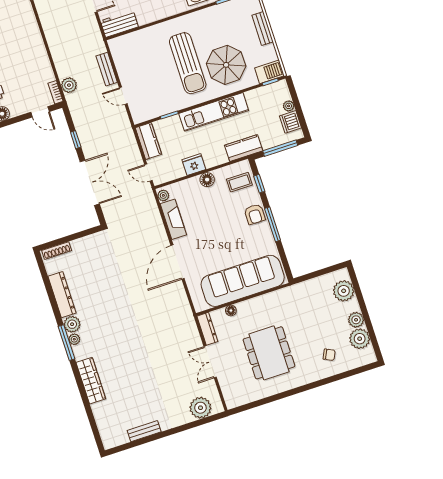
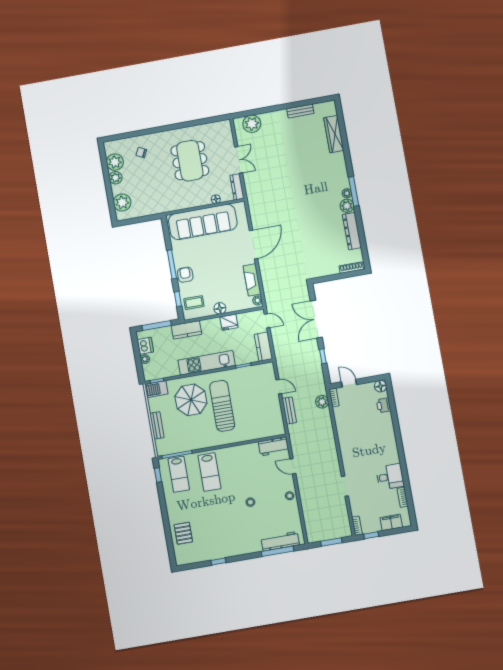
wardrobe: (91, 381) -> (334, 134), moved

